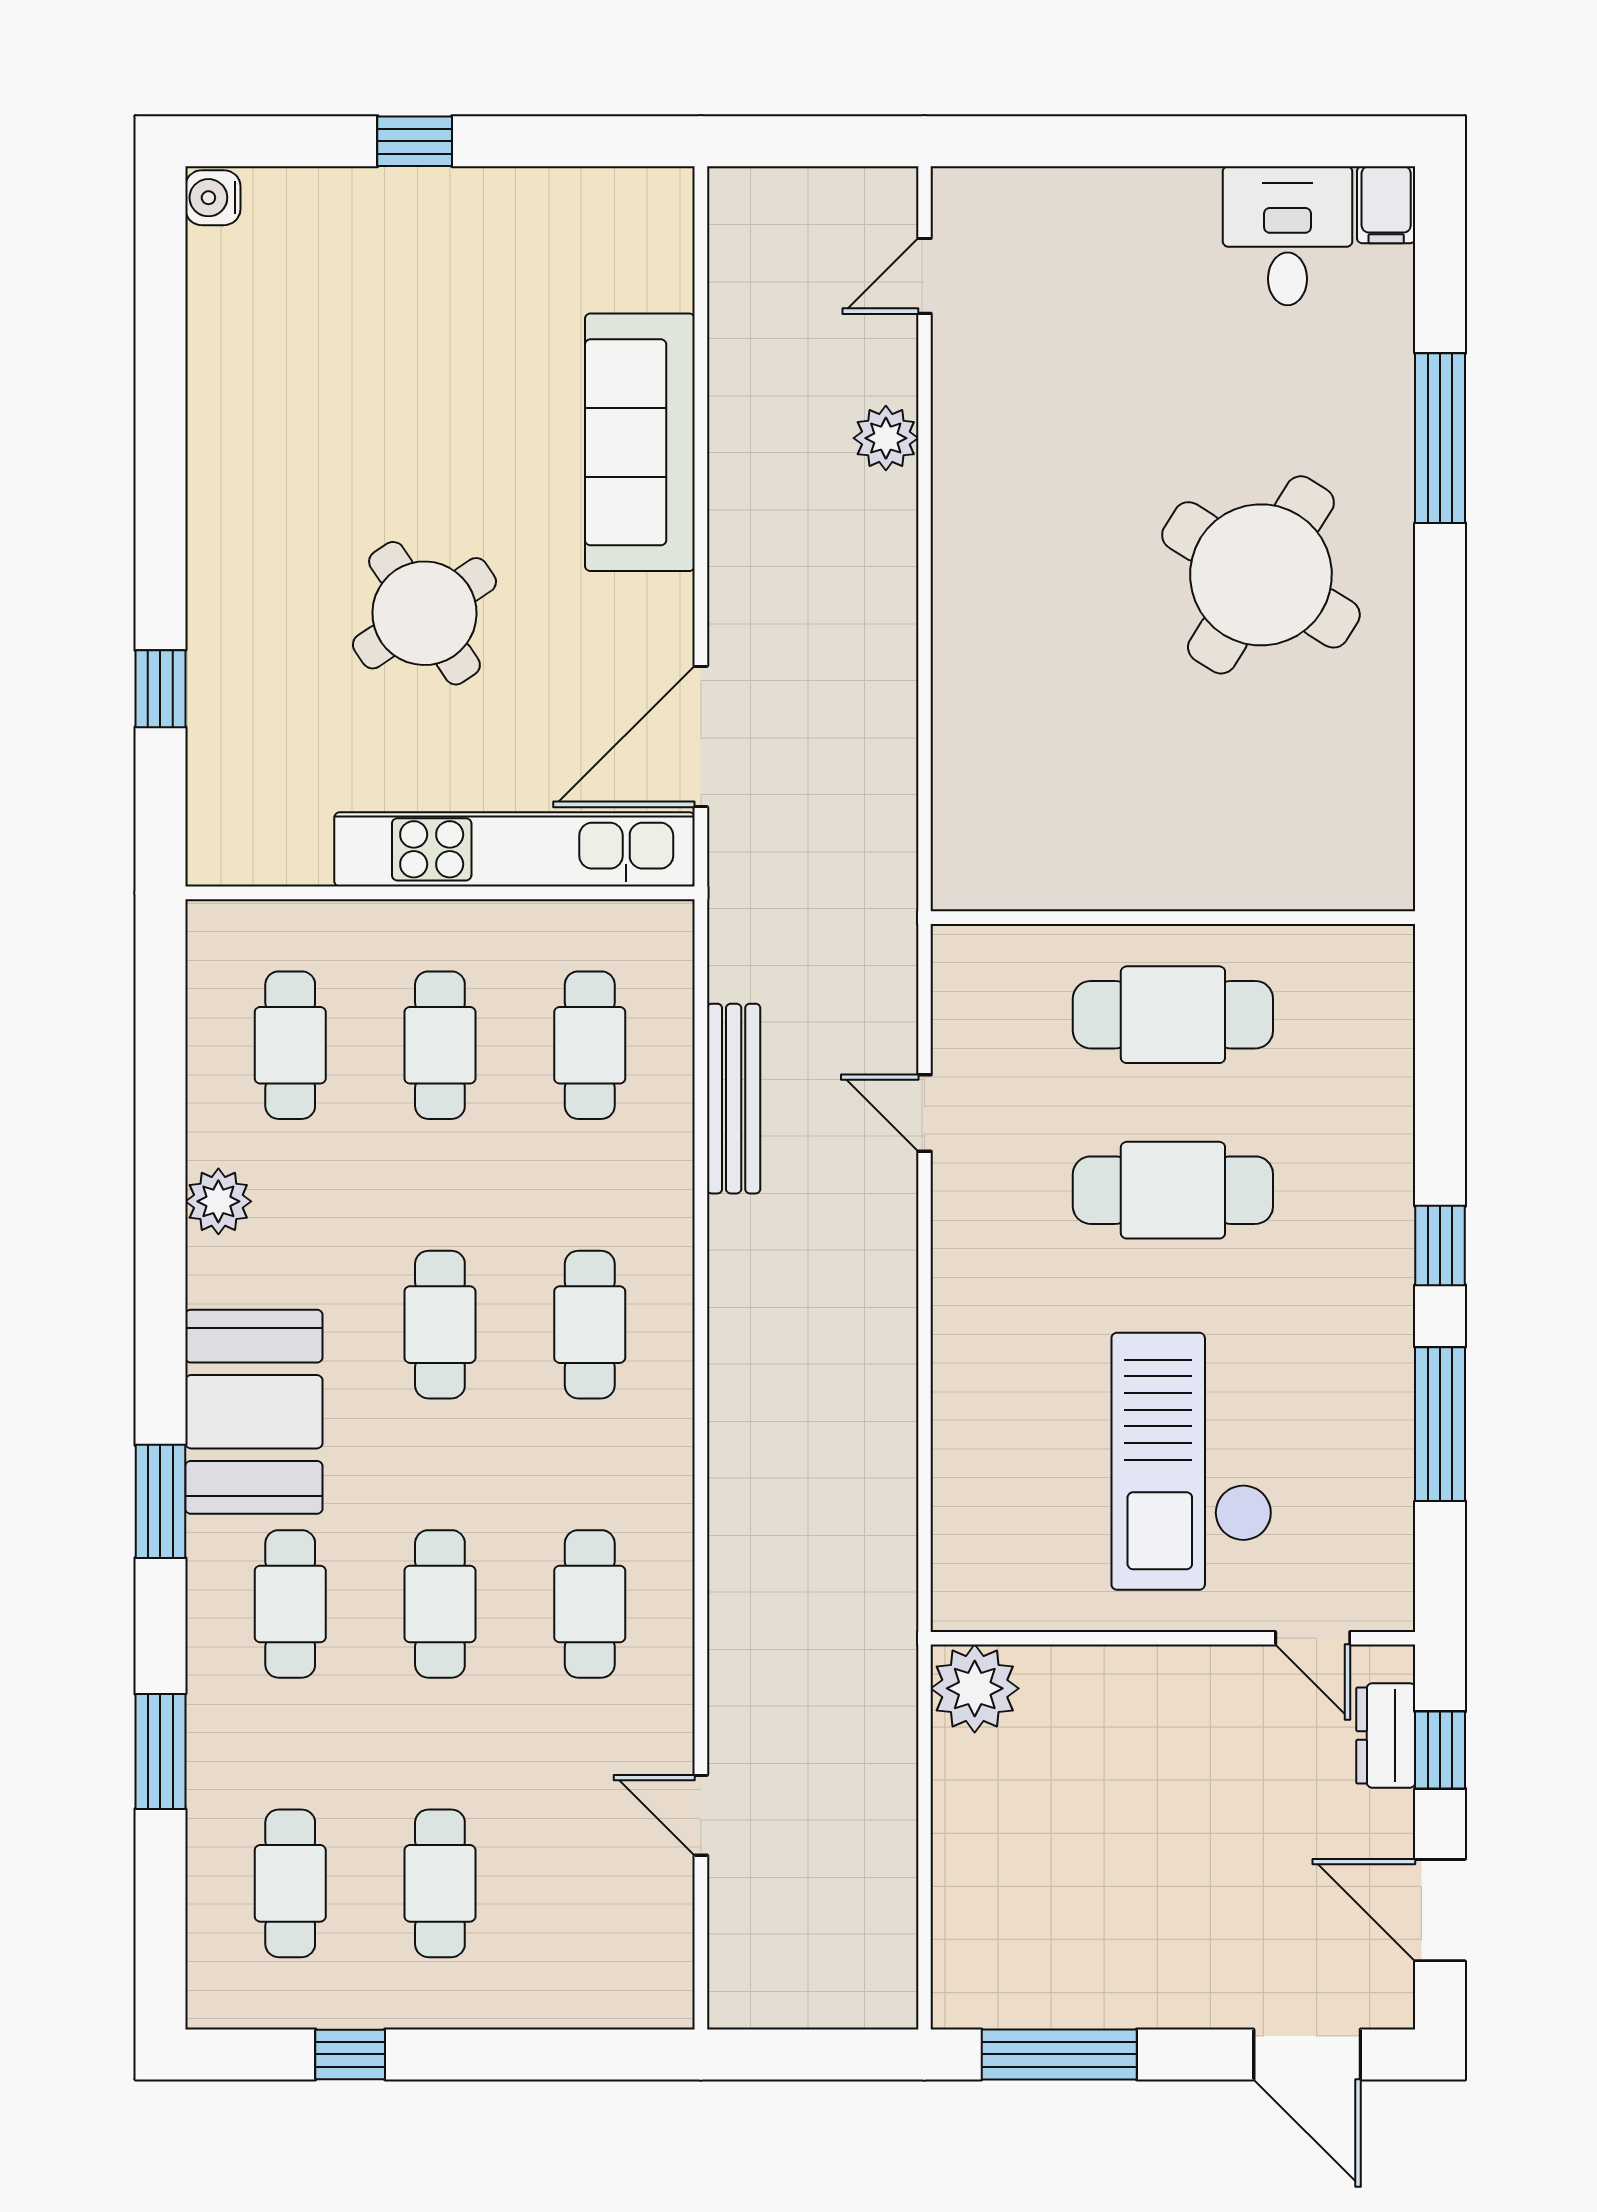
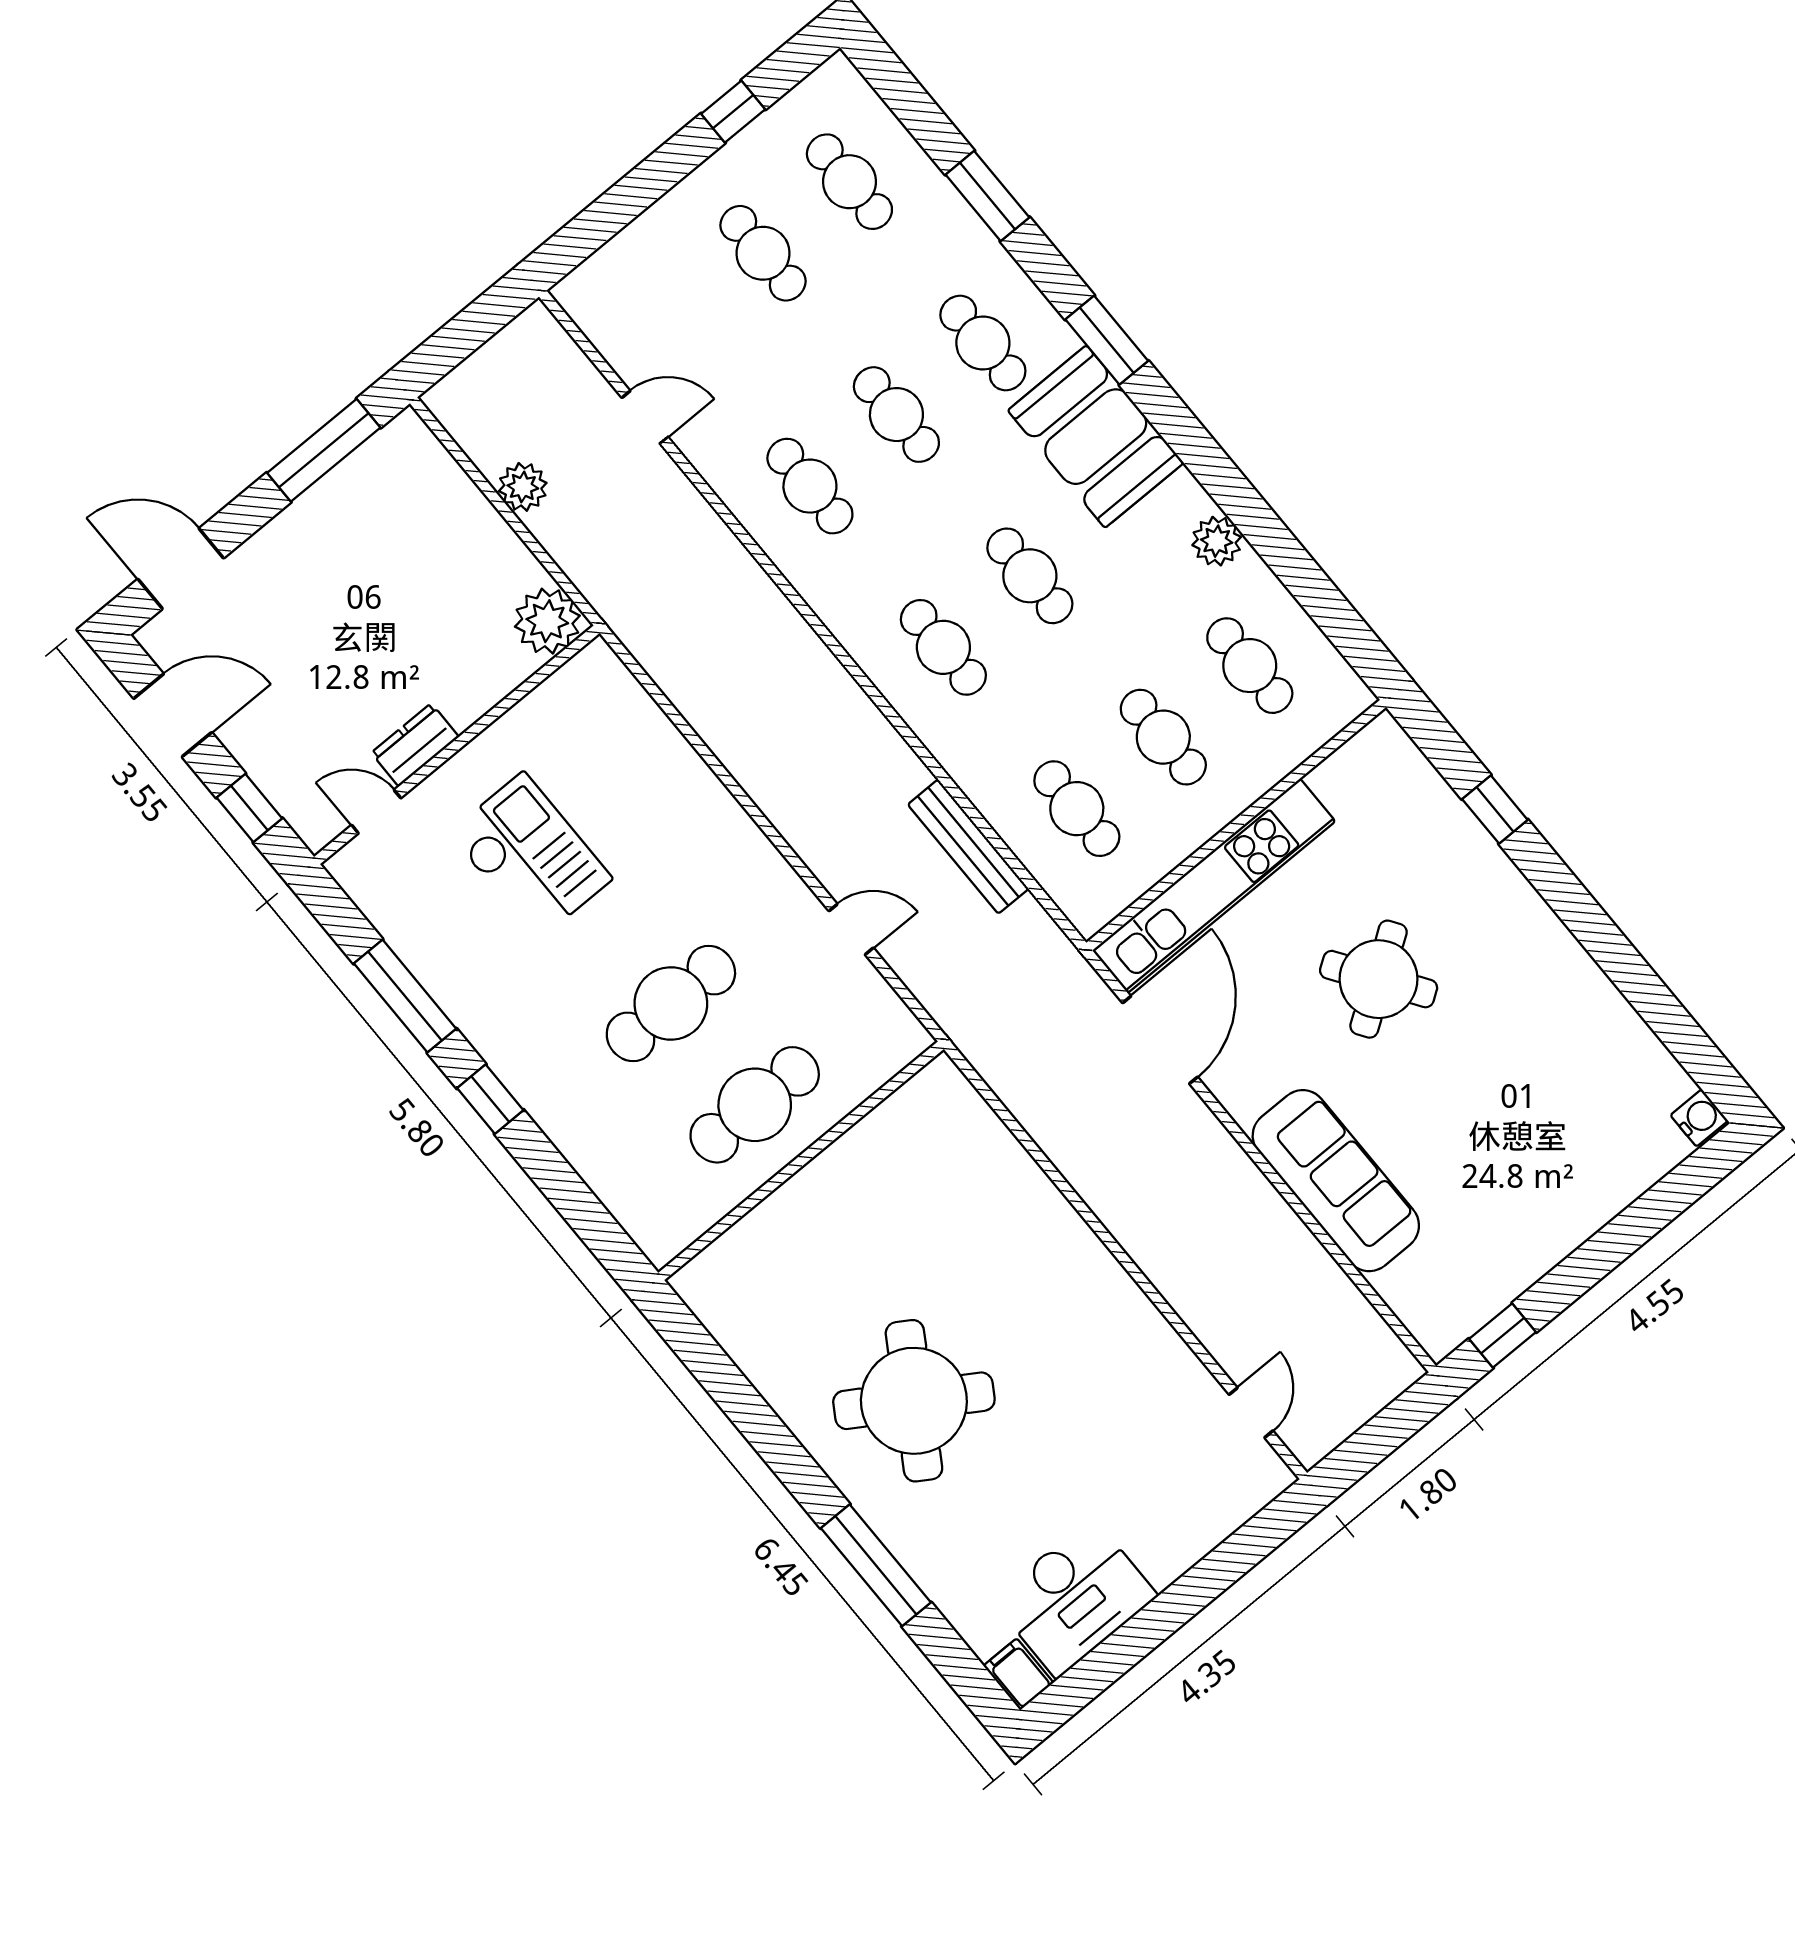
window: (415, 141) -> (1503, 1336), moved
desk: (1288, 236) -> (1075, 1598), width x1.37
plant: (886, 438) -> (523, 487), moved
checkout: (1192, 1461) -> (530, 856), width x0.73, depth x0.83
dresser: (1386, 1735) -> (415, 745), moved, turned -90

